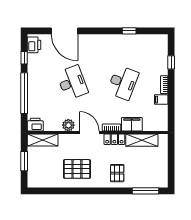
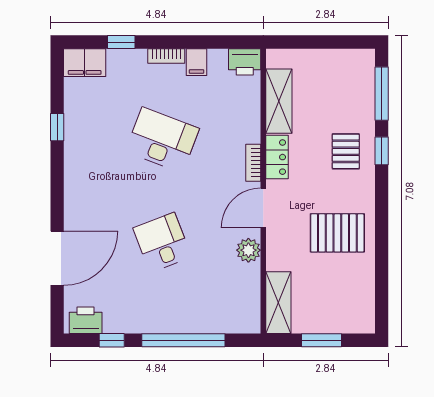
desk: (72, 83) -> (162, 242), width x0.73
filing cabinet: (132, 124) -> (85, 63), moved, turned -90
printer: (35, 125) -> (245, 62), moved, turned -90
pallet: (77, 169) -> (337, 233), turned 90
pallet: (117, 173) -> (346, 151), turned 90
window: (117, 191) -> (382, 151), added

